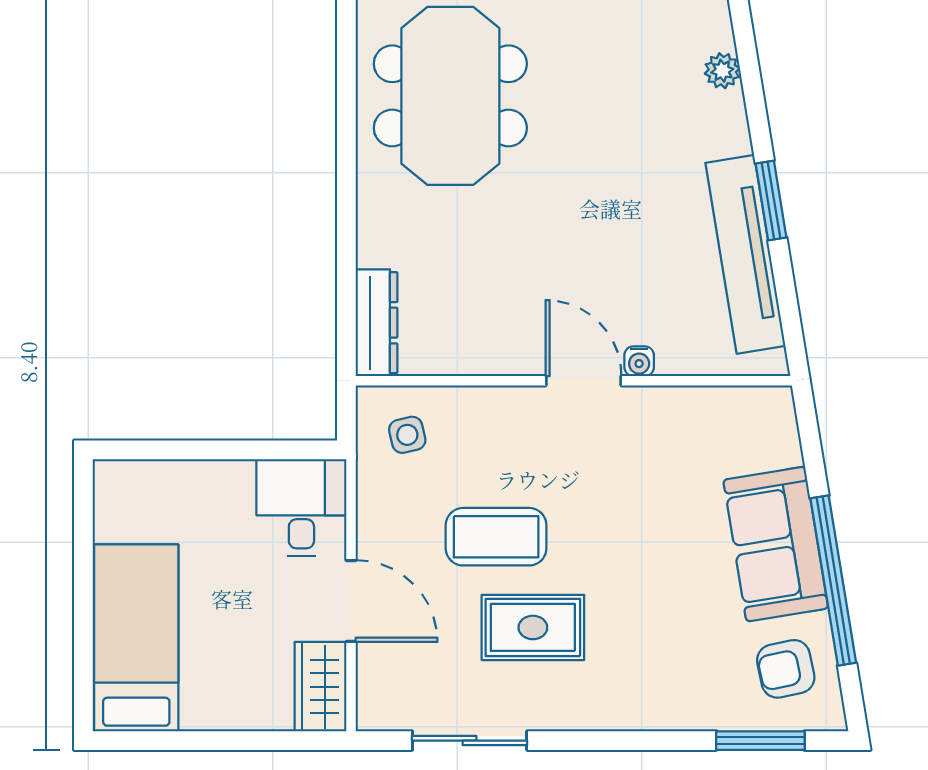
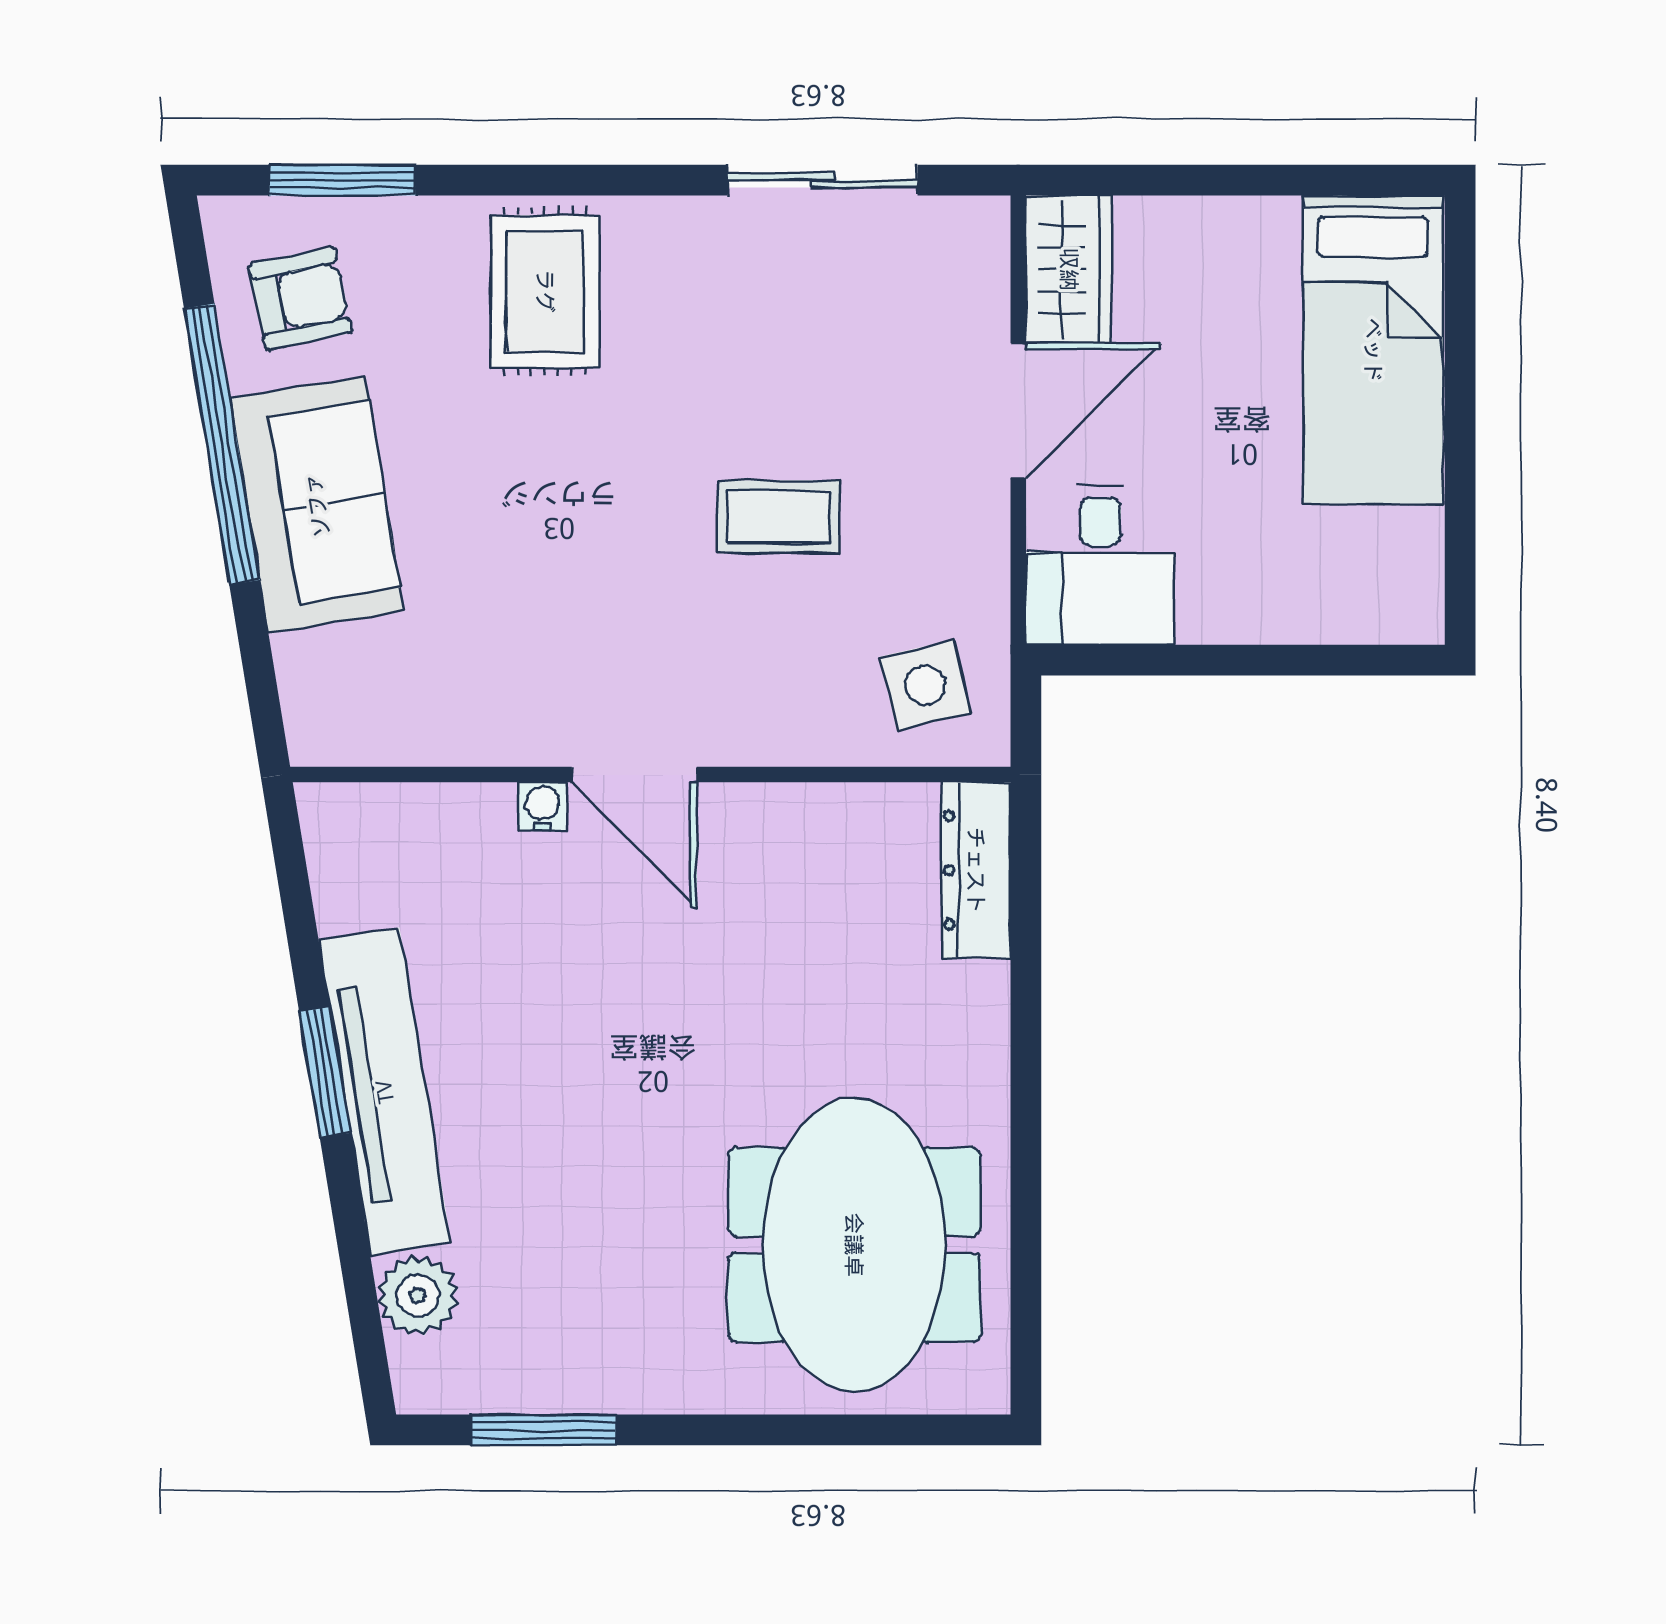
plant: (722, 71) -> (418, 1296), width x1.38, depth x1.38
tv unit: (745, 254) -> (385, 1092), moved
side table: (407, 435) -> (925, 685), width x1.37, depth x1.37
coffee table: (496, 537) -> (779, 517), width x0.73, depth x0.77
door: (351, 601) -> (1018, 411), swing flipped
rug: (533, 627) -> (545, 291), moved, turned 90

